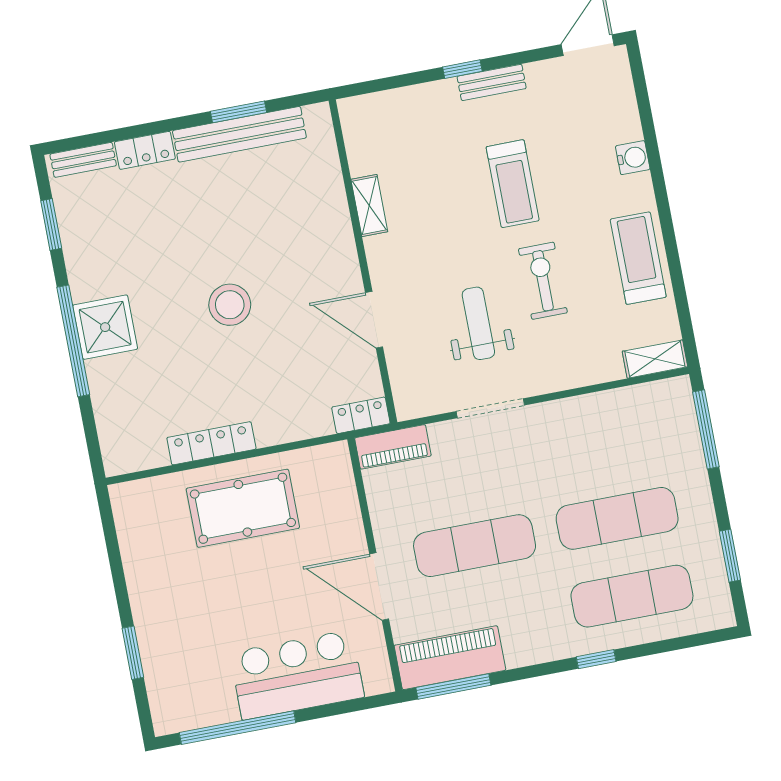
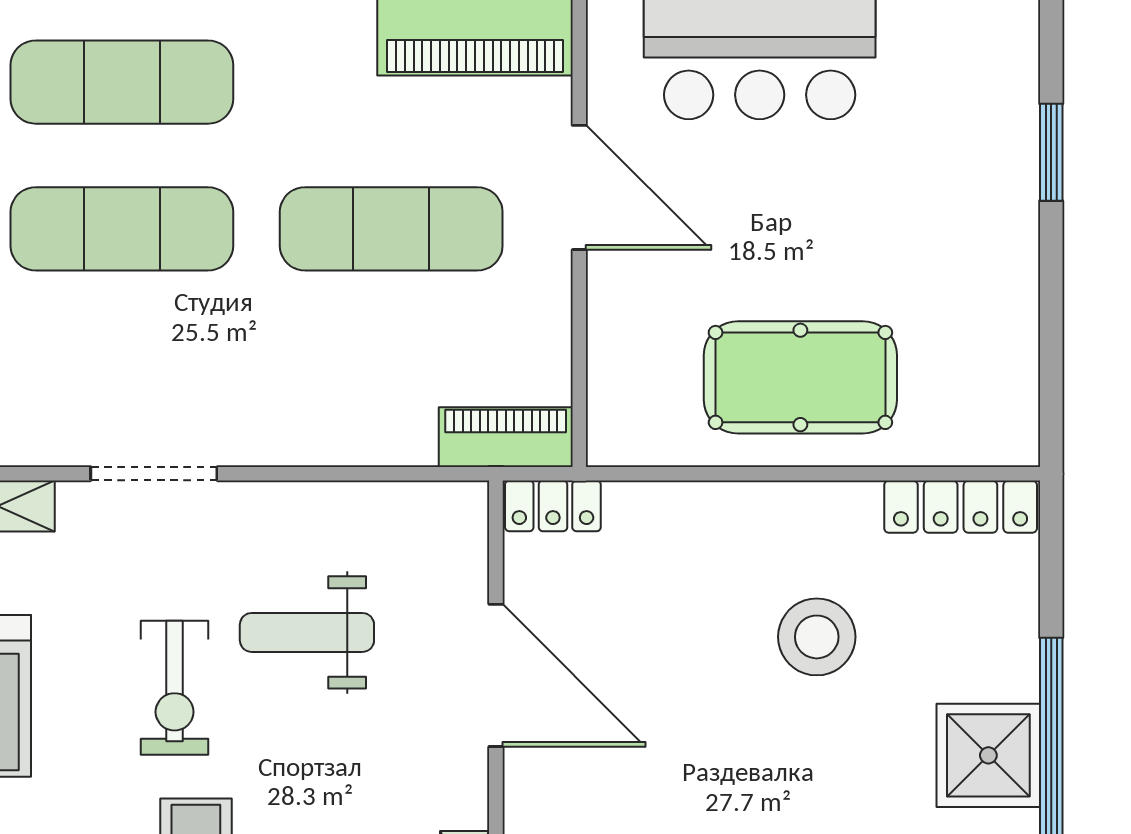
stool: (230, 305) -> (817, 637), moved
door: (374, 320) -> (496, 675), width x1.36
weight bench: (478, 323) -> (307, 632), turned 90
doorway: (490, 408) -> (154, 474), moved
locker: (211, 443) -> (961, 507), moved

